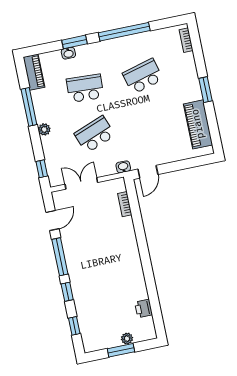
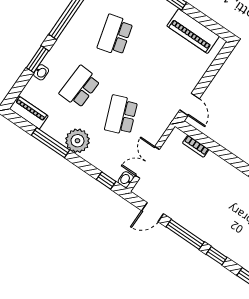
plant: (44, 129) -> (77, 141), width x1.87, depth x1.87
washbasin: (123, 167) -> (126, 180), moved
door: (52, 220) -> (153, 212), swing flipped

